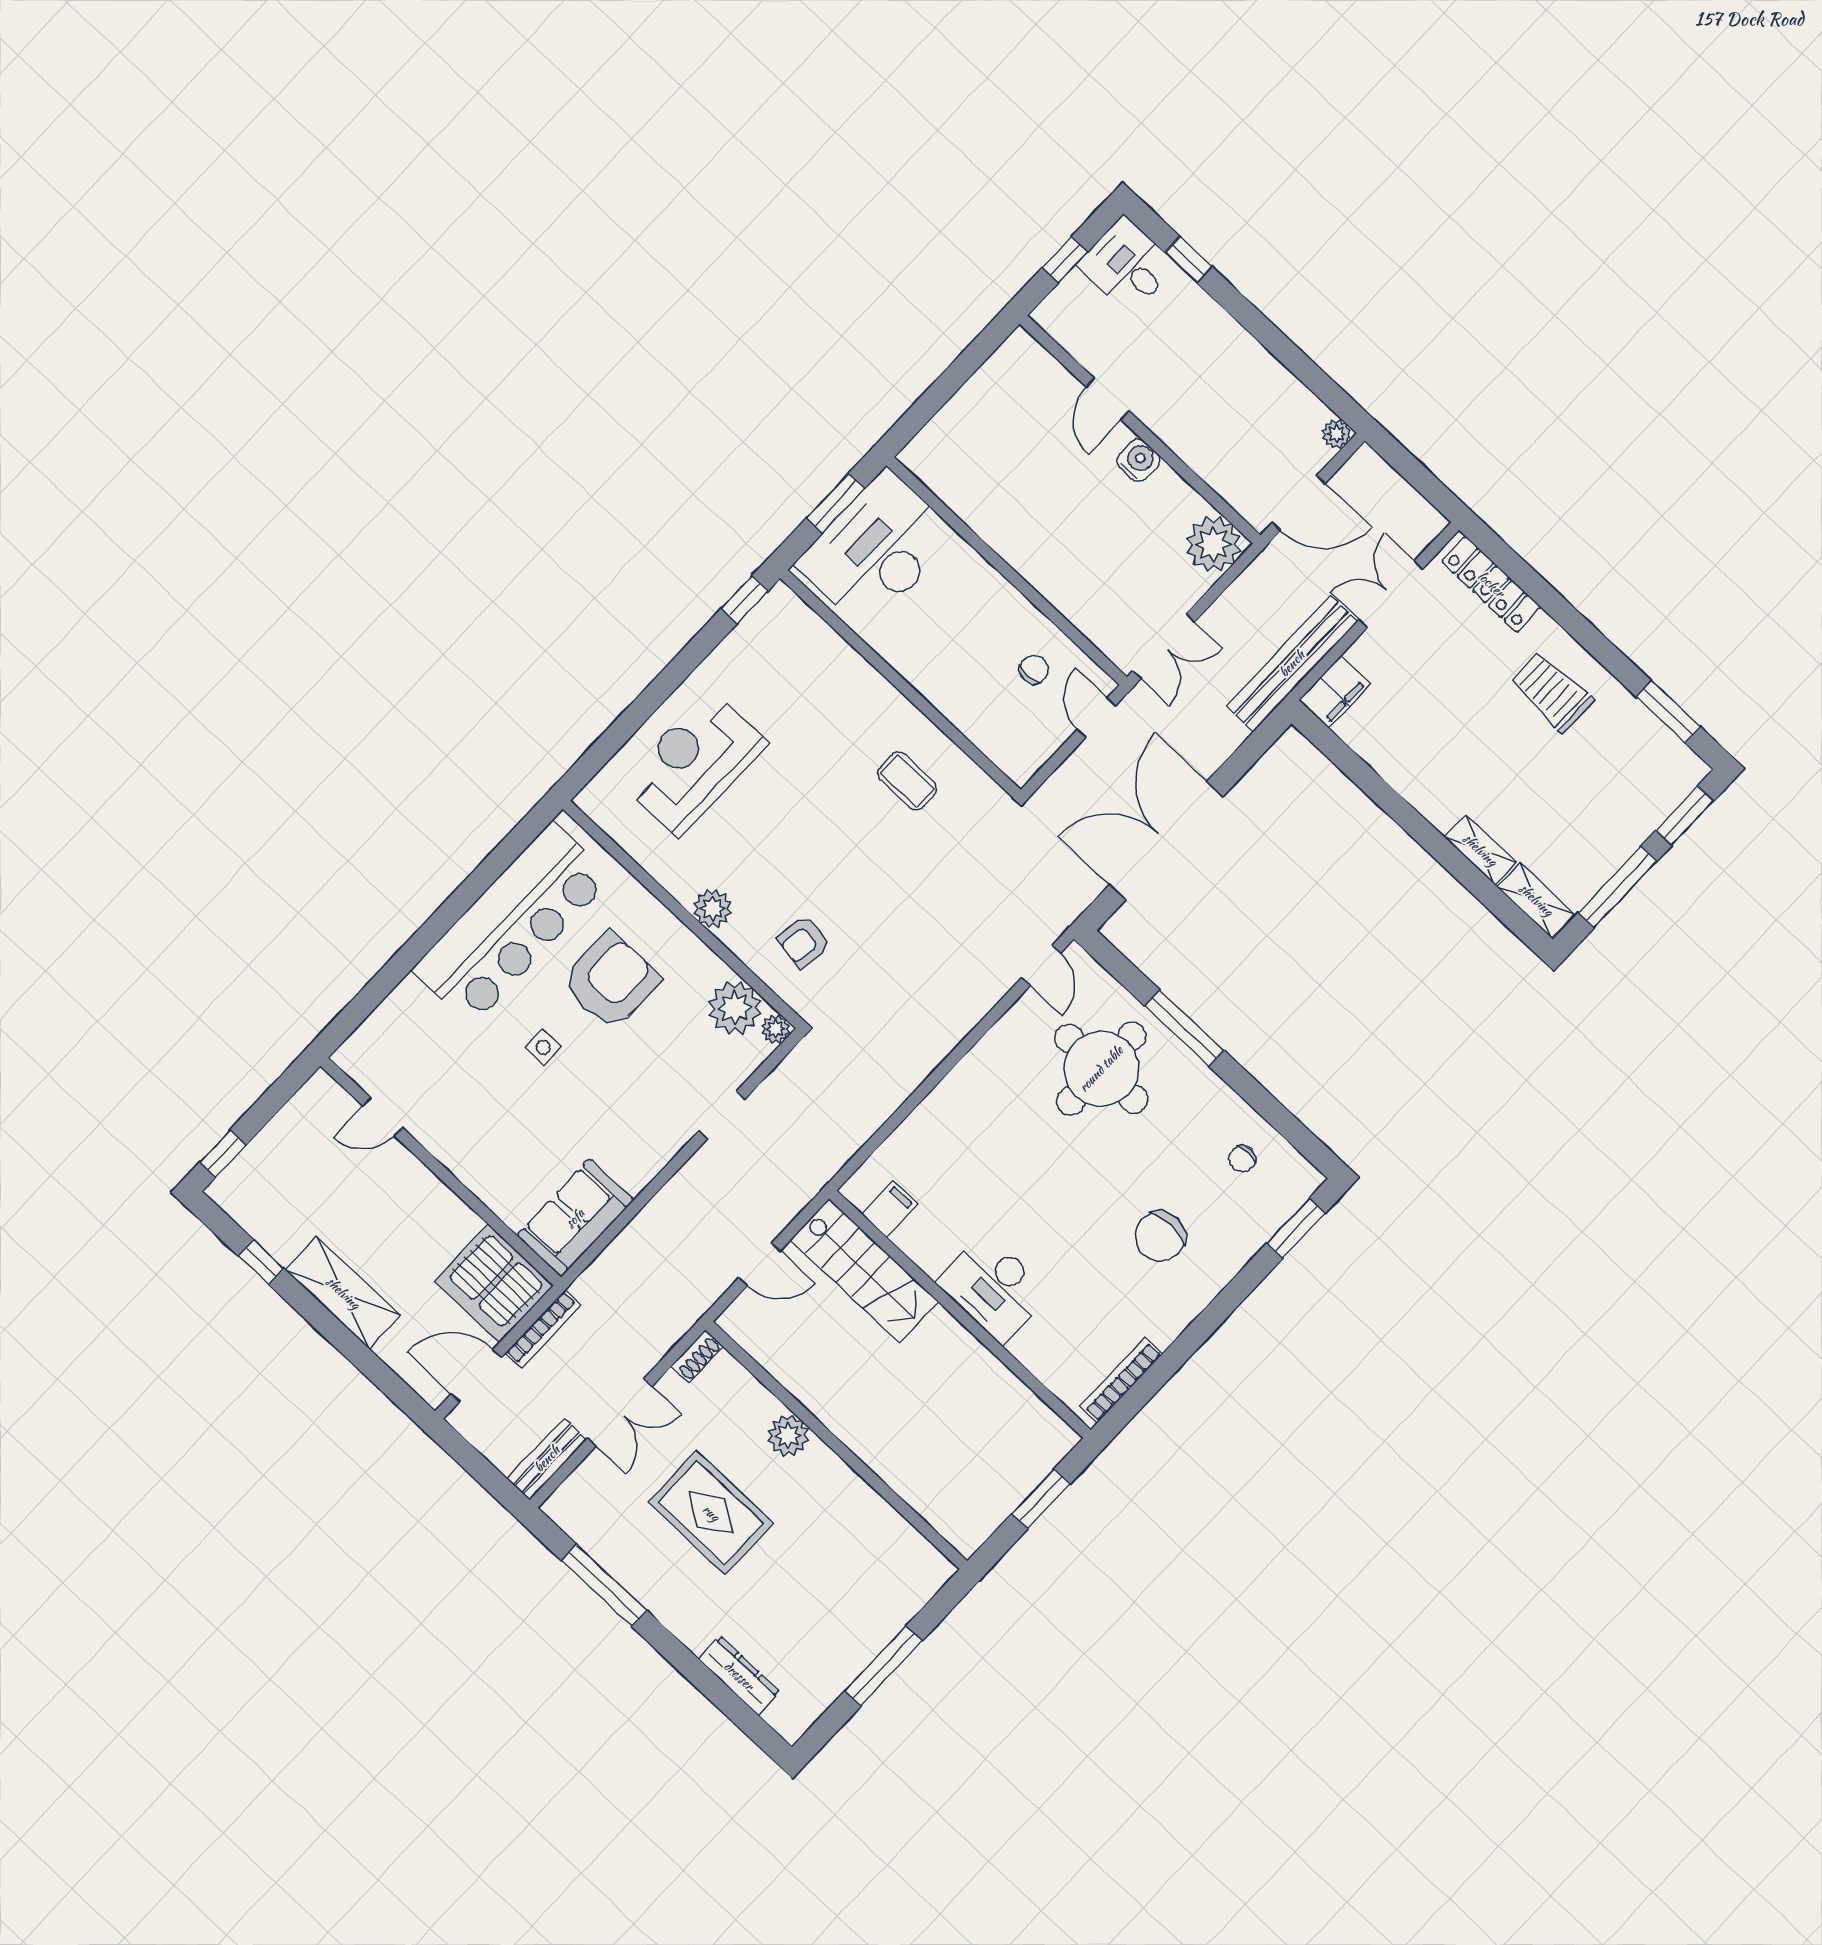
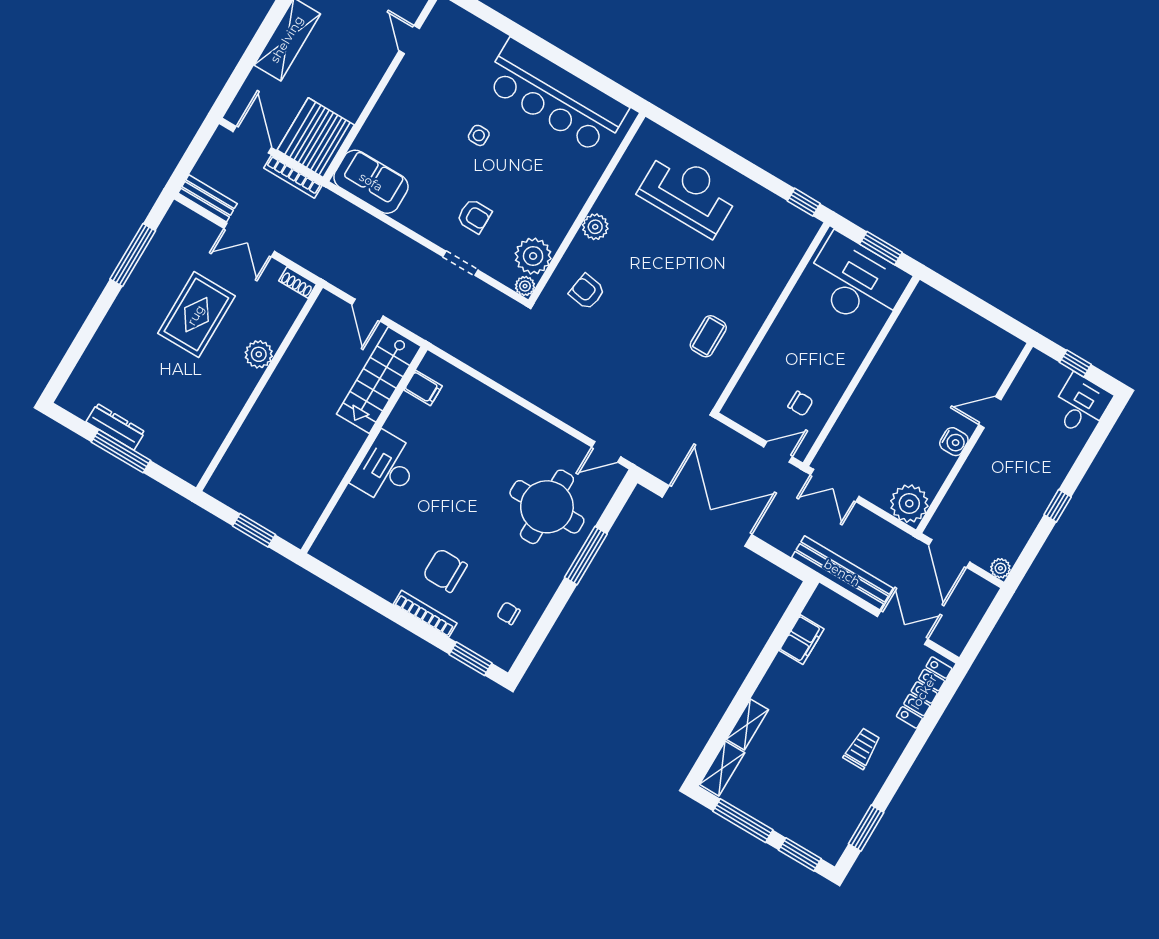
window: (1188, 260) -> (1058, 506), moved
filing cabinet: (1335, 692) -> (802, 640), moved, turned -90
trolley: (1552, 692) -> (862, 748), width x0.73, depth x0.72
armchair: (611, 981) -> (474, 216), moved, width x0.53, depth x0.53
bookcase: (1121, 1380) -> (425, 614), moved
dresser: (739, 1676) -> (116, 427), moved, turned -90

